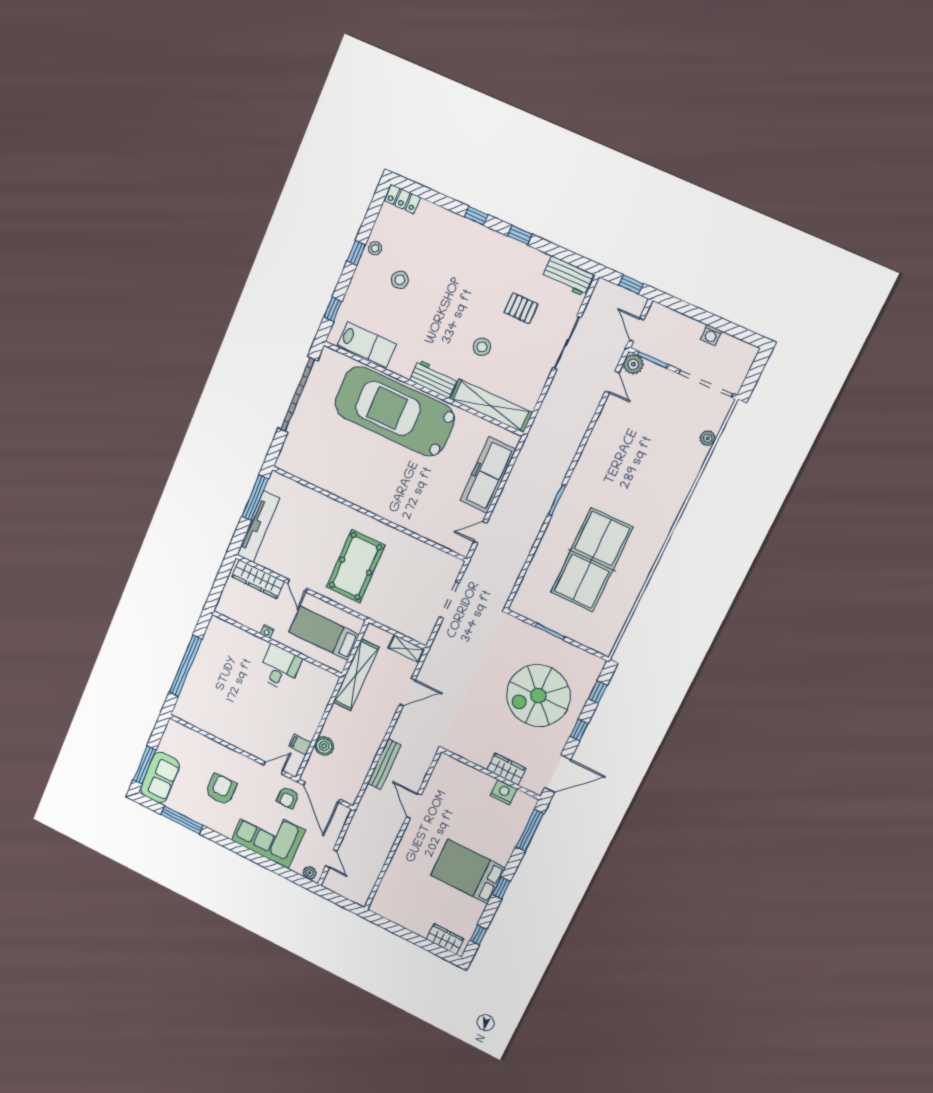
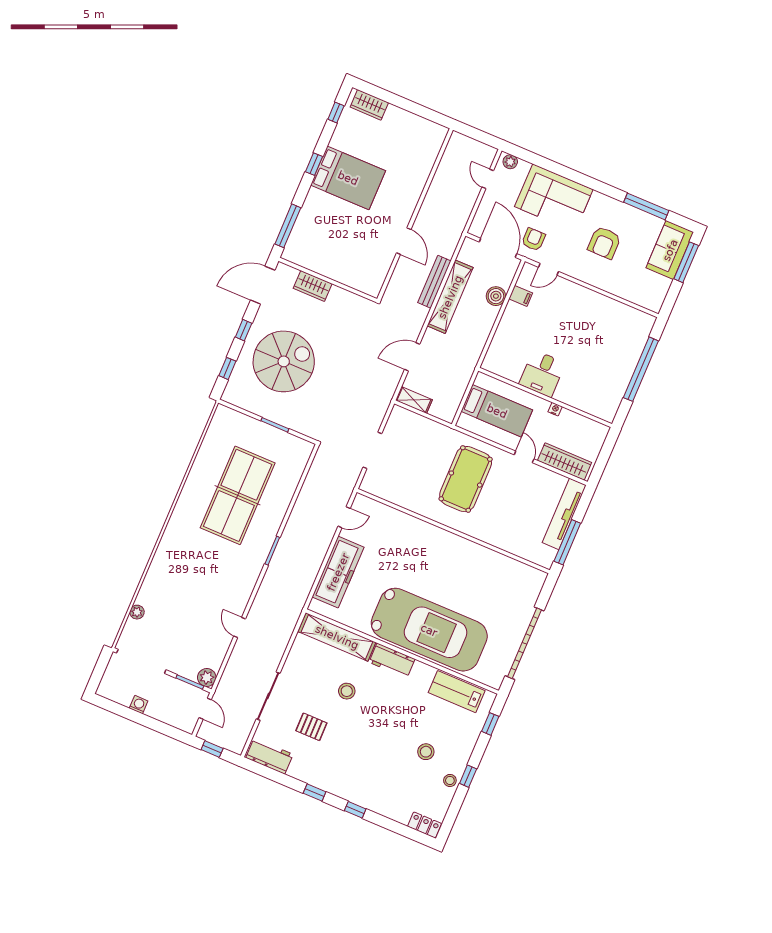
door: (612, 382) -> (240, 628), moved
shelving: (356, 675) -> (450, 297), moved
nightstand: (504, 792) -> (315, 262), removed

